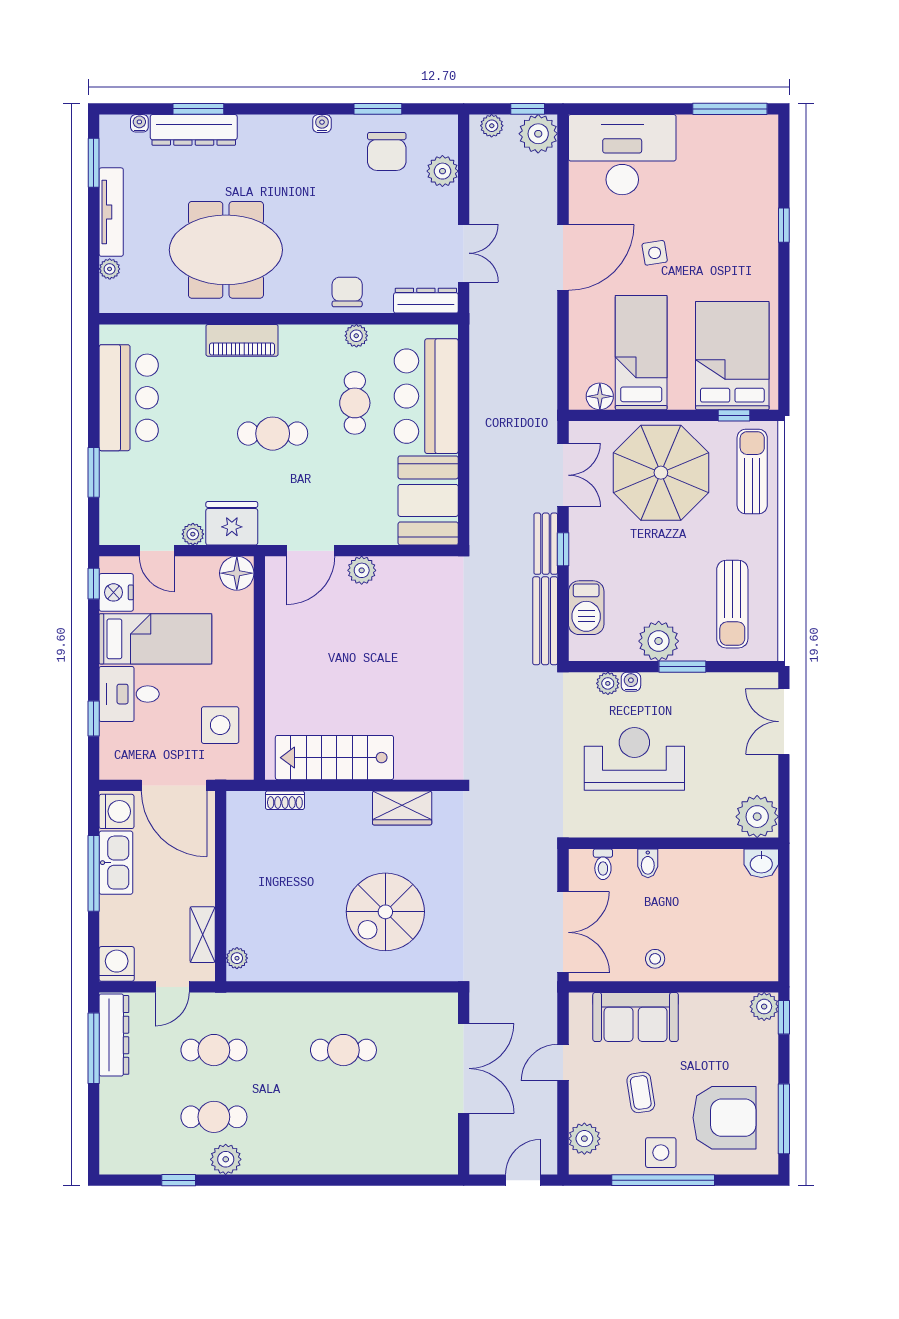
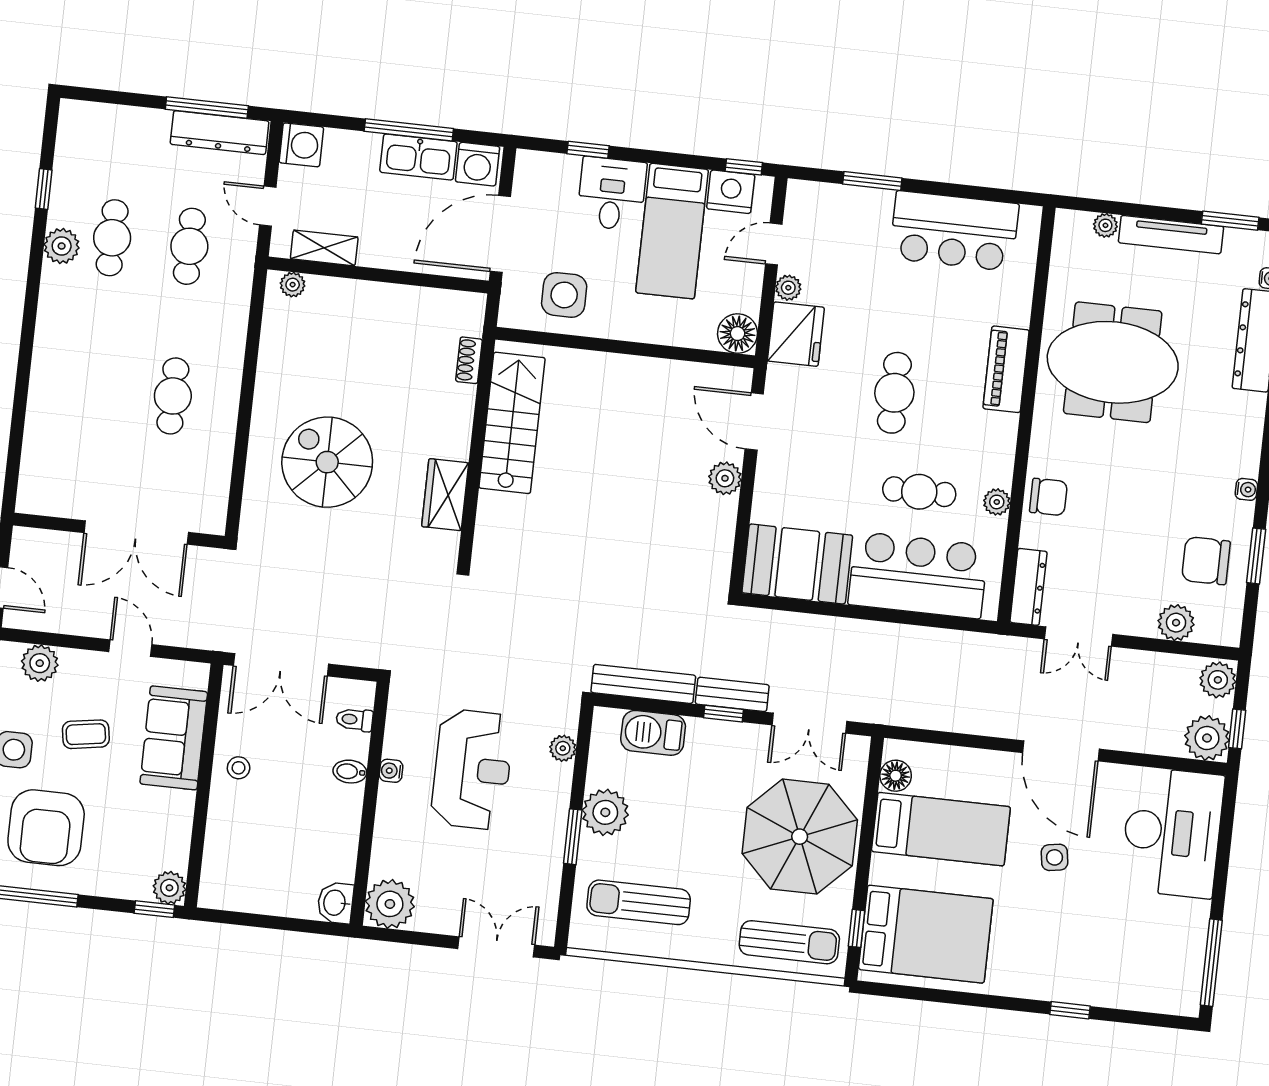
plant: (492, 126) -> (1218, 680), width x1.38, depth x1.38
meeting table: (226, 250) -> (1113, 362), turned 90
water cooler: (631, 682) -> (391, 771), moved, turned 180

